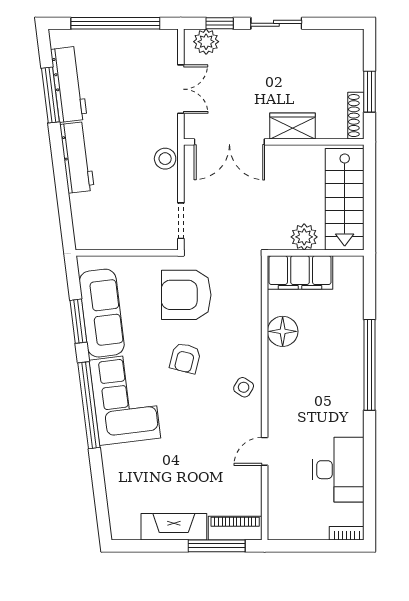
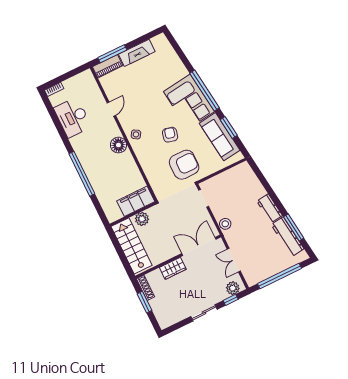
workbench: (77, 157) -> (270, 208), width x0.73
floor lamp: (283, 331) -> (118, 145), moved

